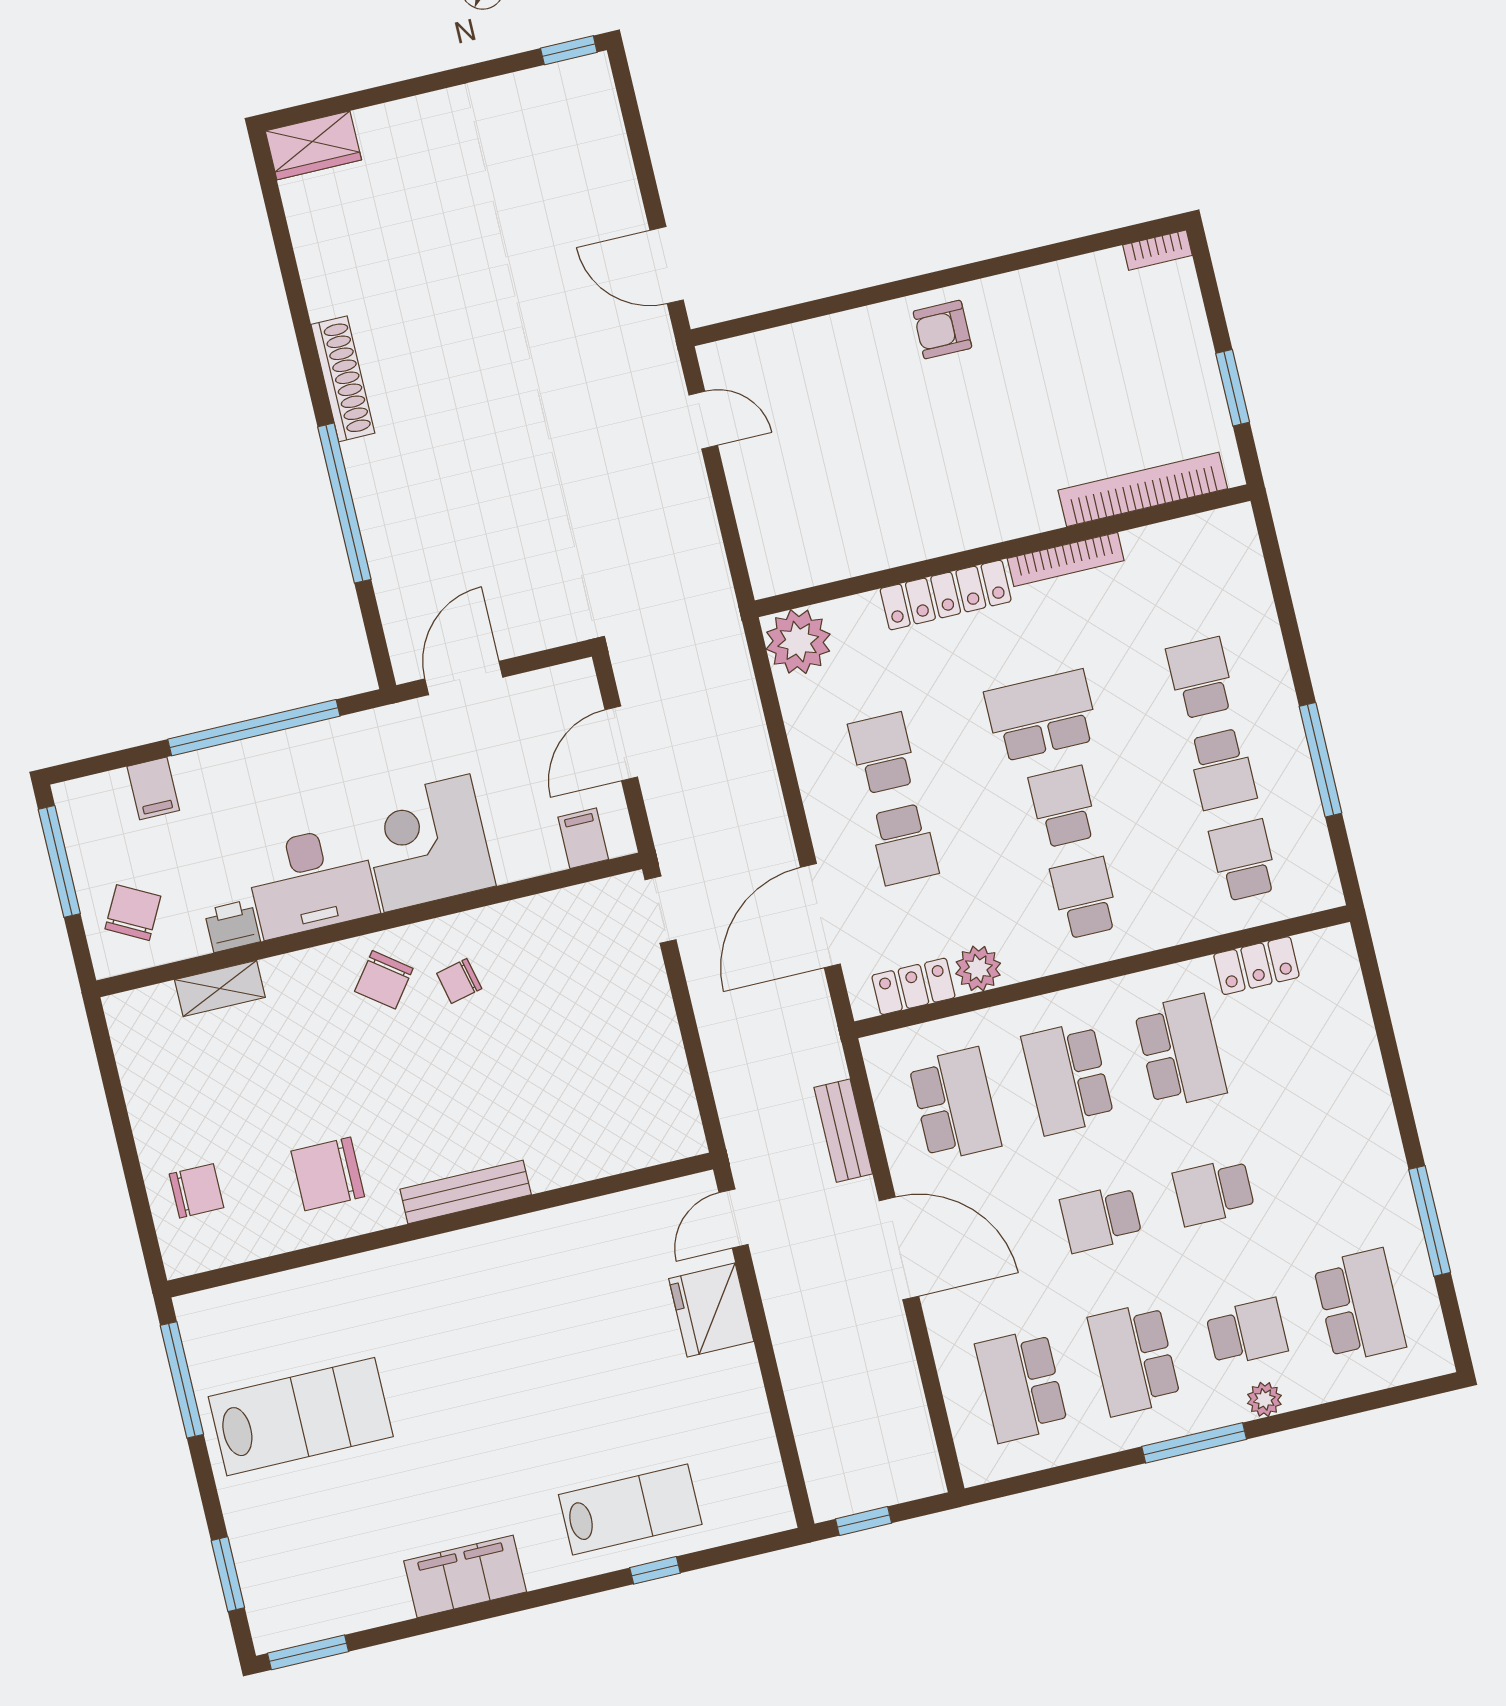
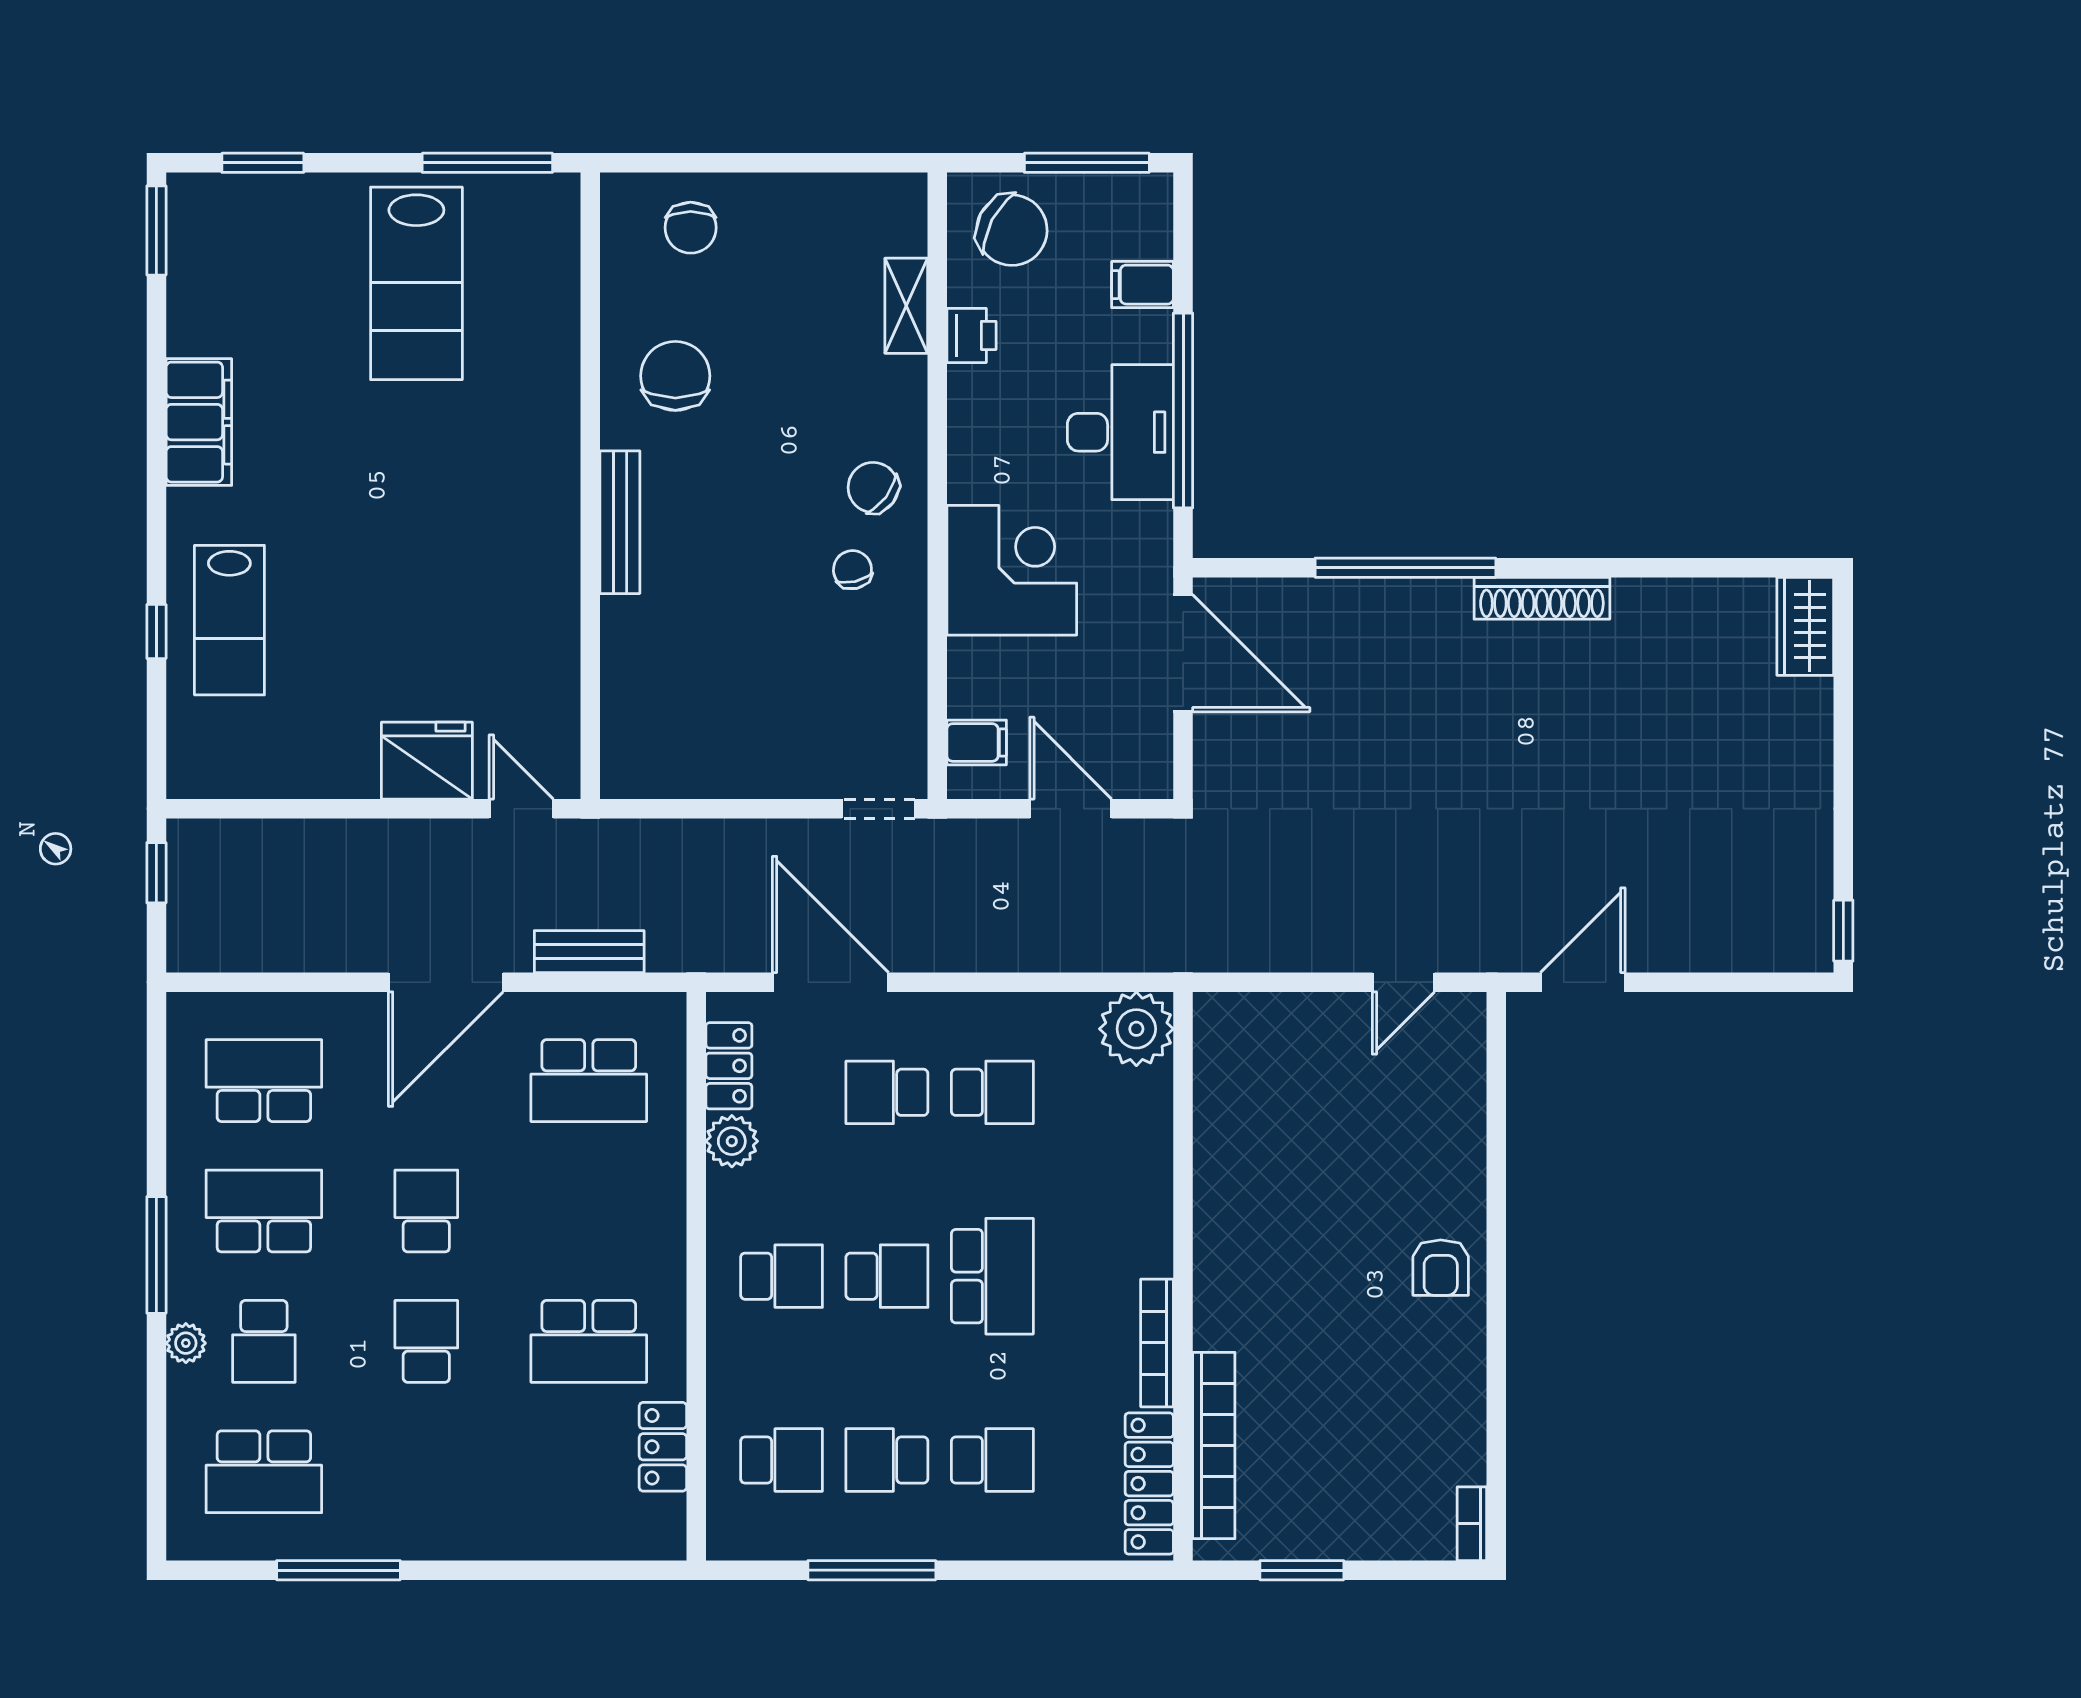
armchair: (942, 330) -> (1441, 1268), turned 180
locker: (946, 595) -> (1149, 1484), moved
door: (464, 678) -> (1183, 653), width x1.36
desk: (312, 881) -> (1120, 432), moved, turned 180
chair: (133, 913) -> (1012, 230), width x1.37, depth x1.37
school desk: (1068, 1078) -> (589, 1211), removed

